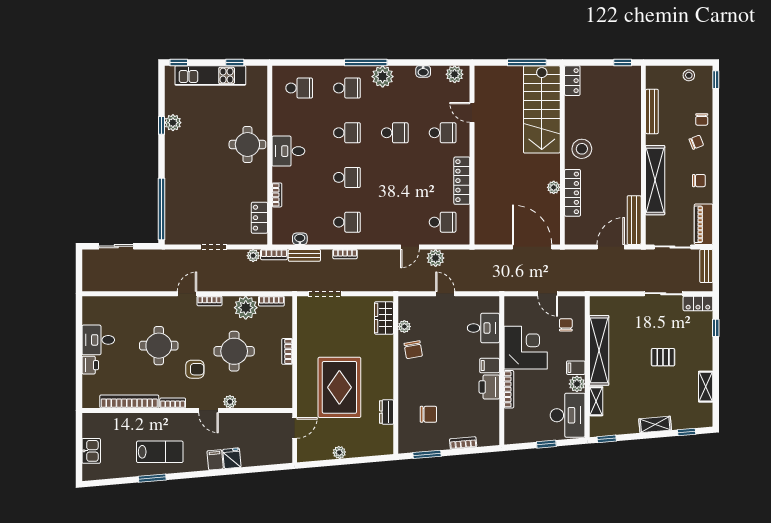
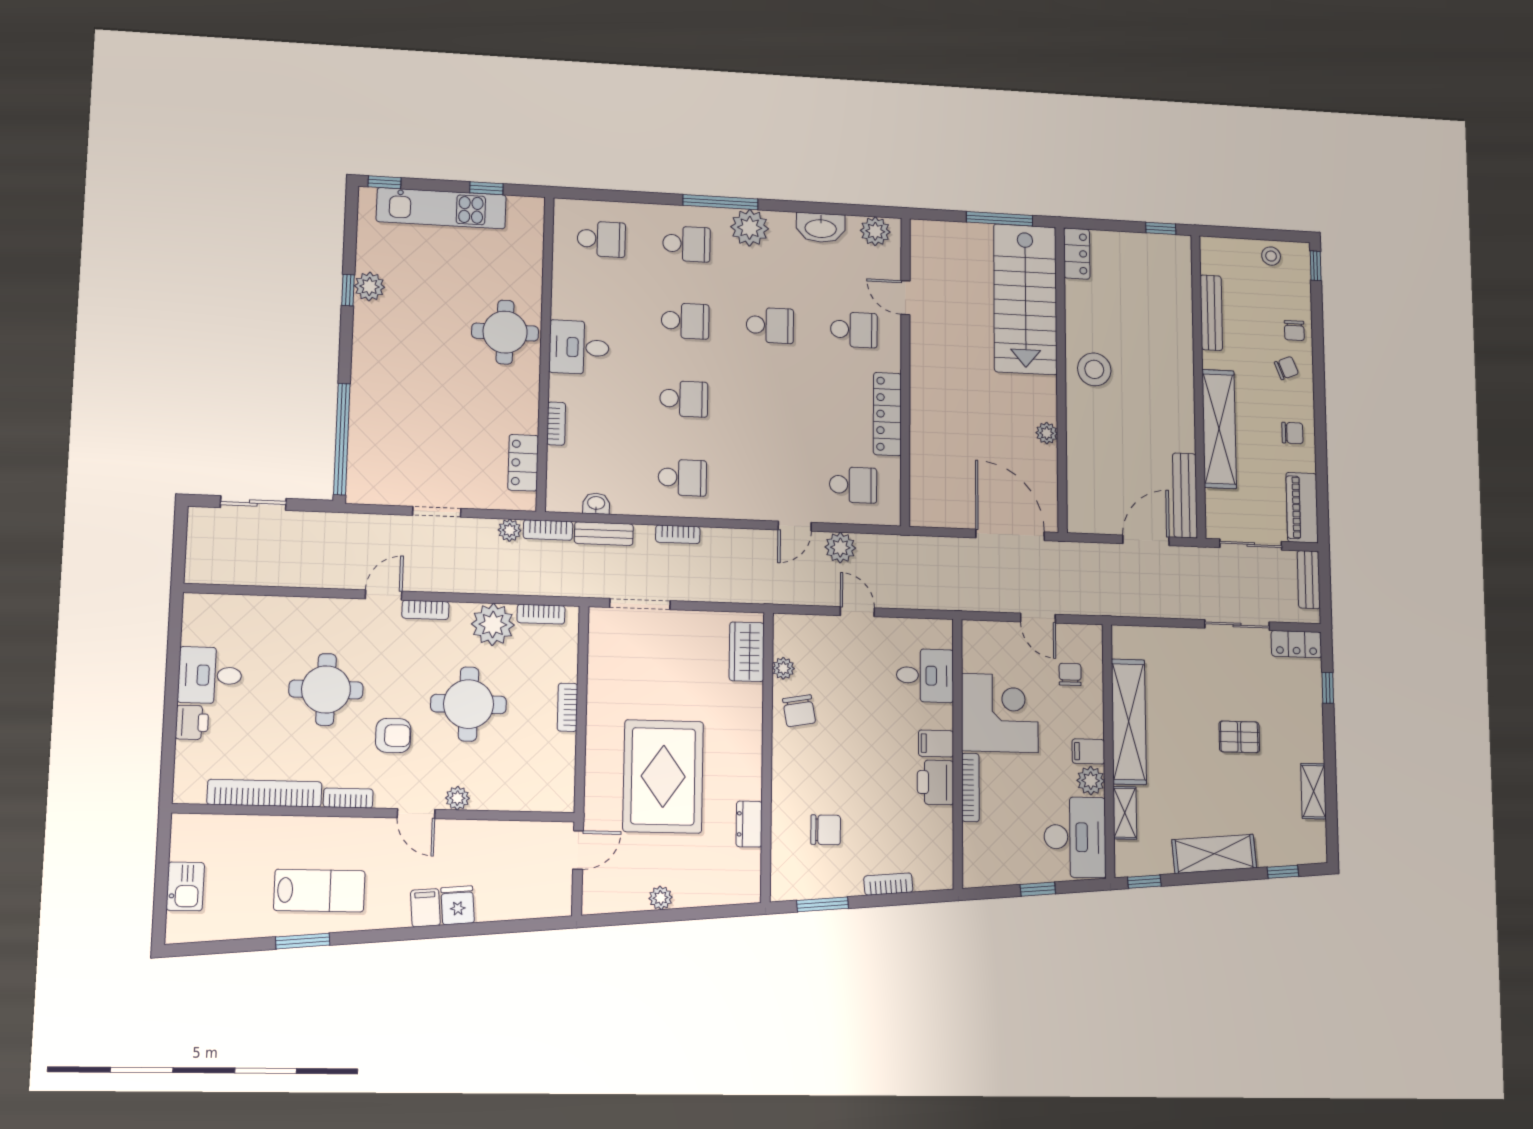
washbasin: (423, 71) -> (821, 228), width x1.91, depth x1.45
locker: (573, 193) -> (1079, 444), removed
shelving: (655, 424) -> (1214, 854), width x1.50, depth x1.33

